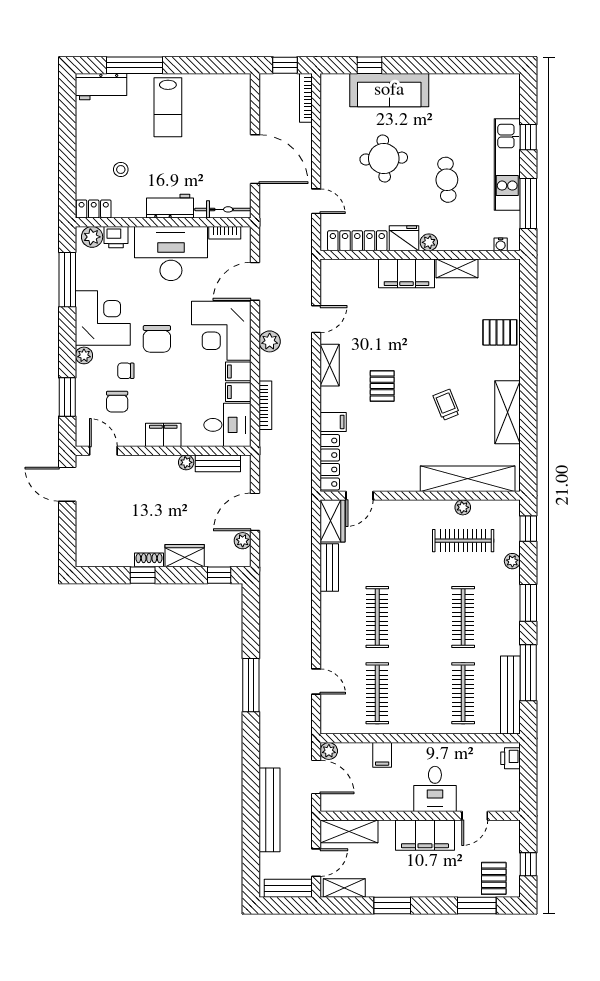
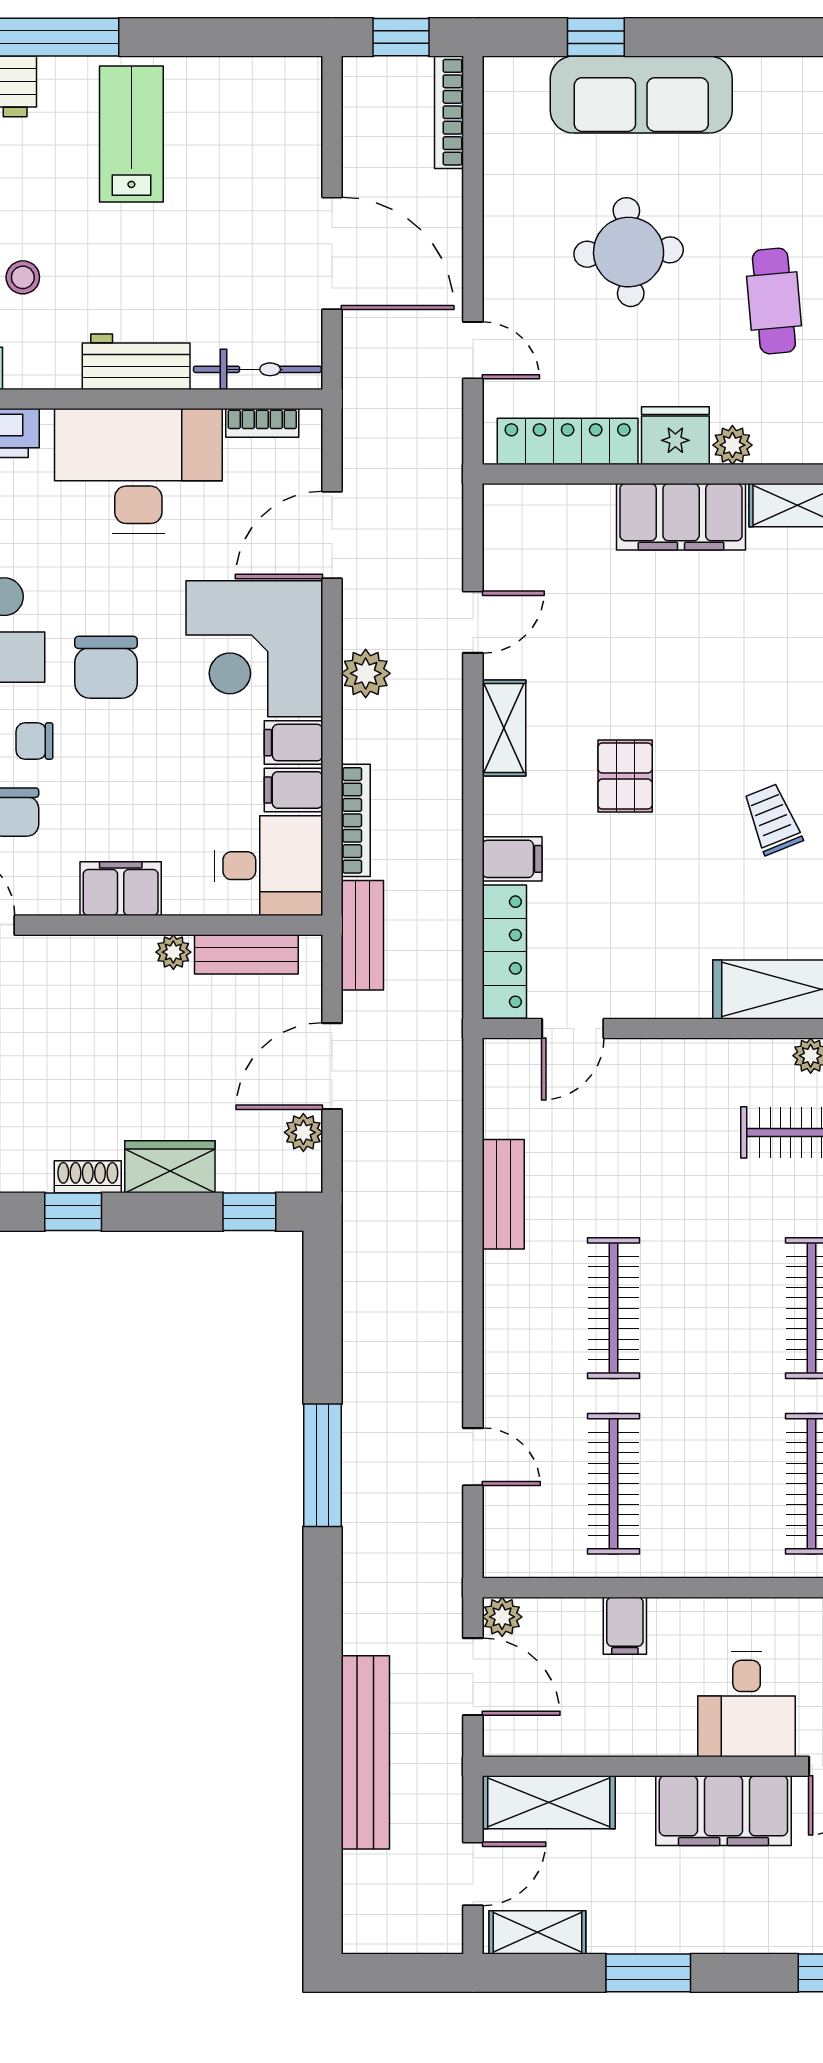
lab bench: (168, 107) -> (131, 134), turned 180
wardrobe: (333, 521) -> (511, 1087), removed
bench: (288, 888) -> (362, 935), moved, turned 90

